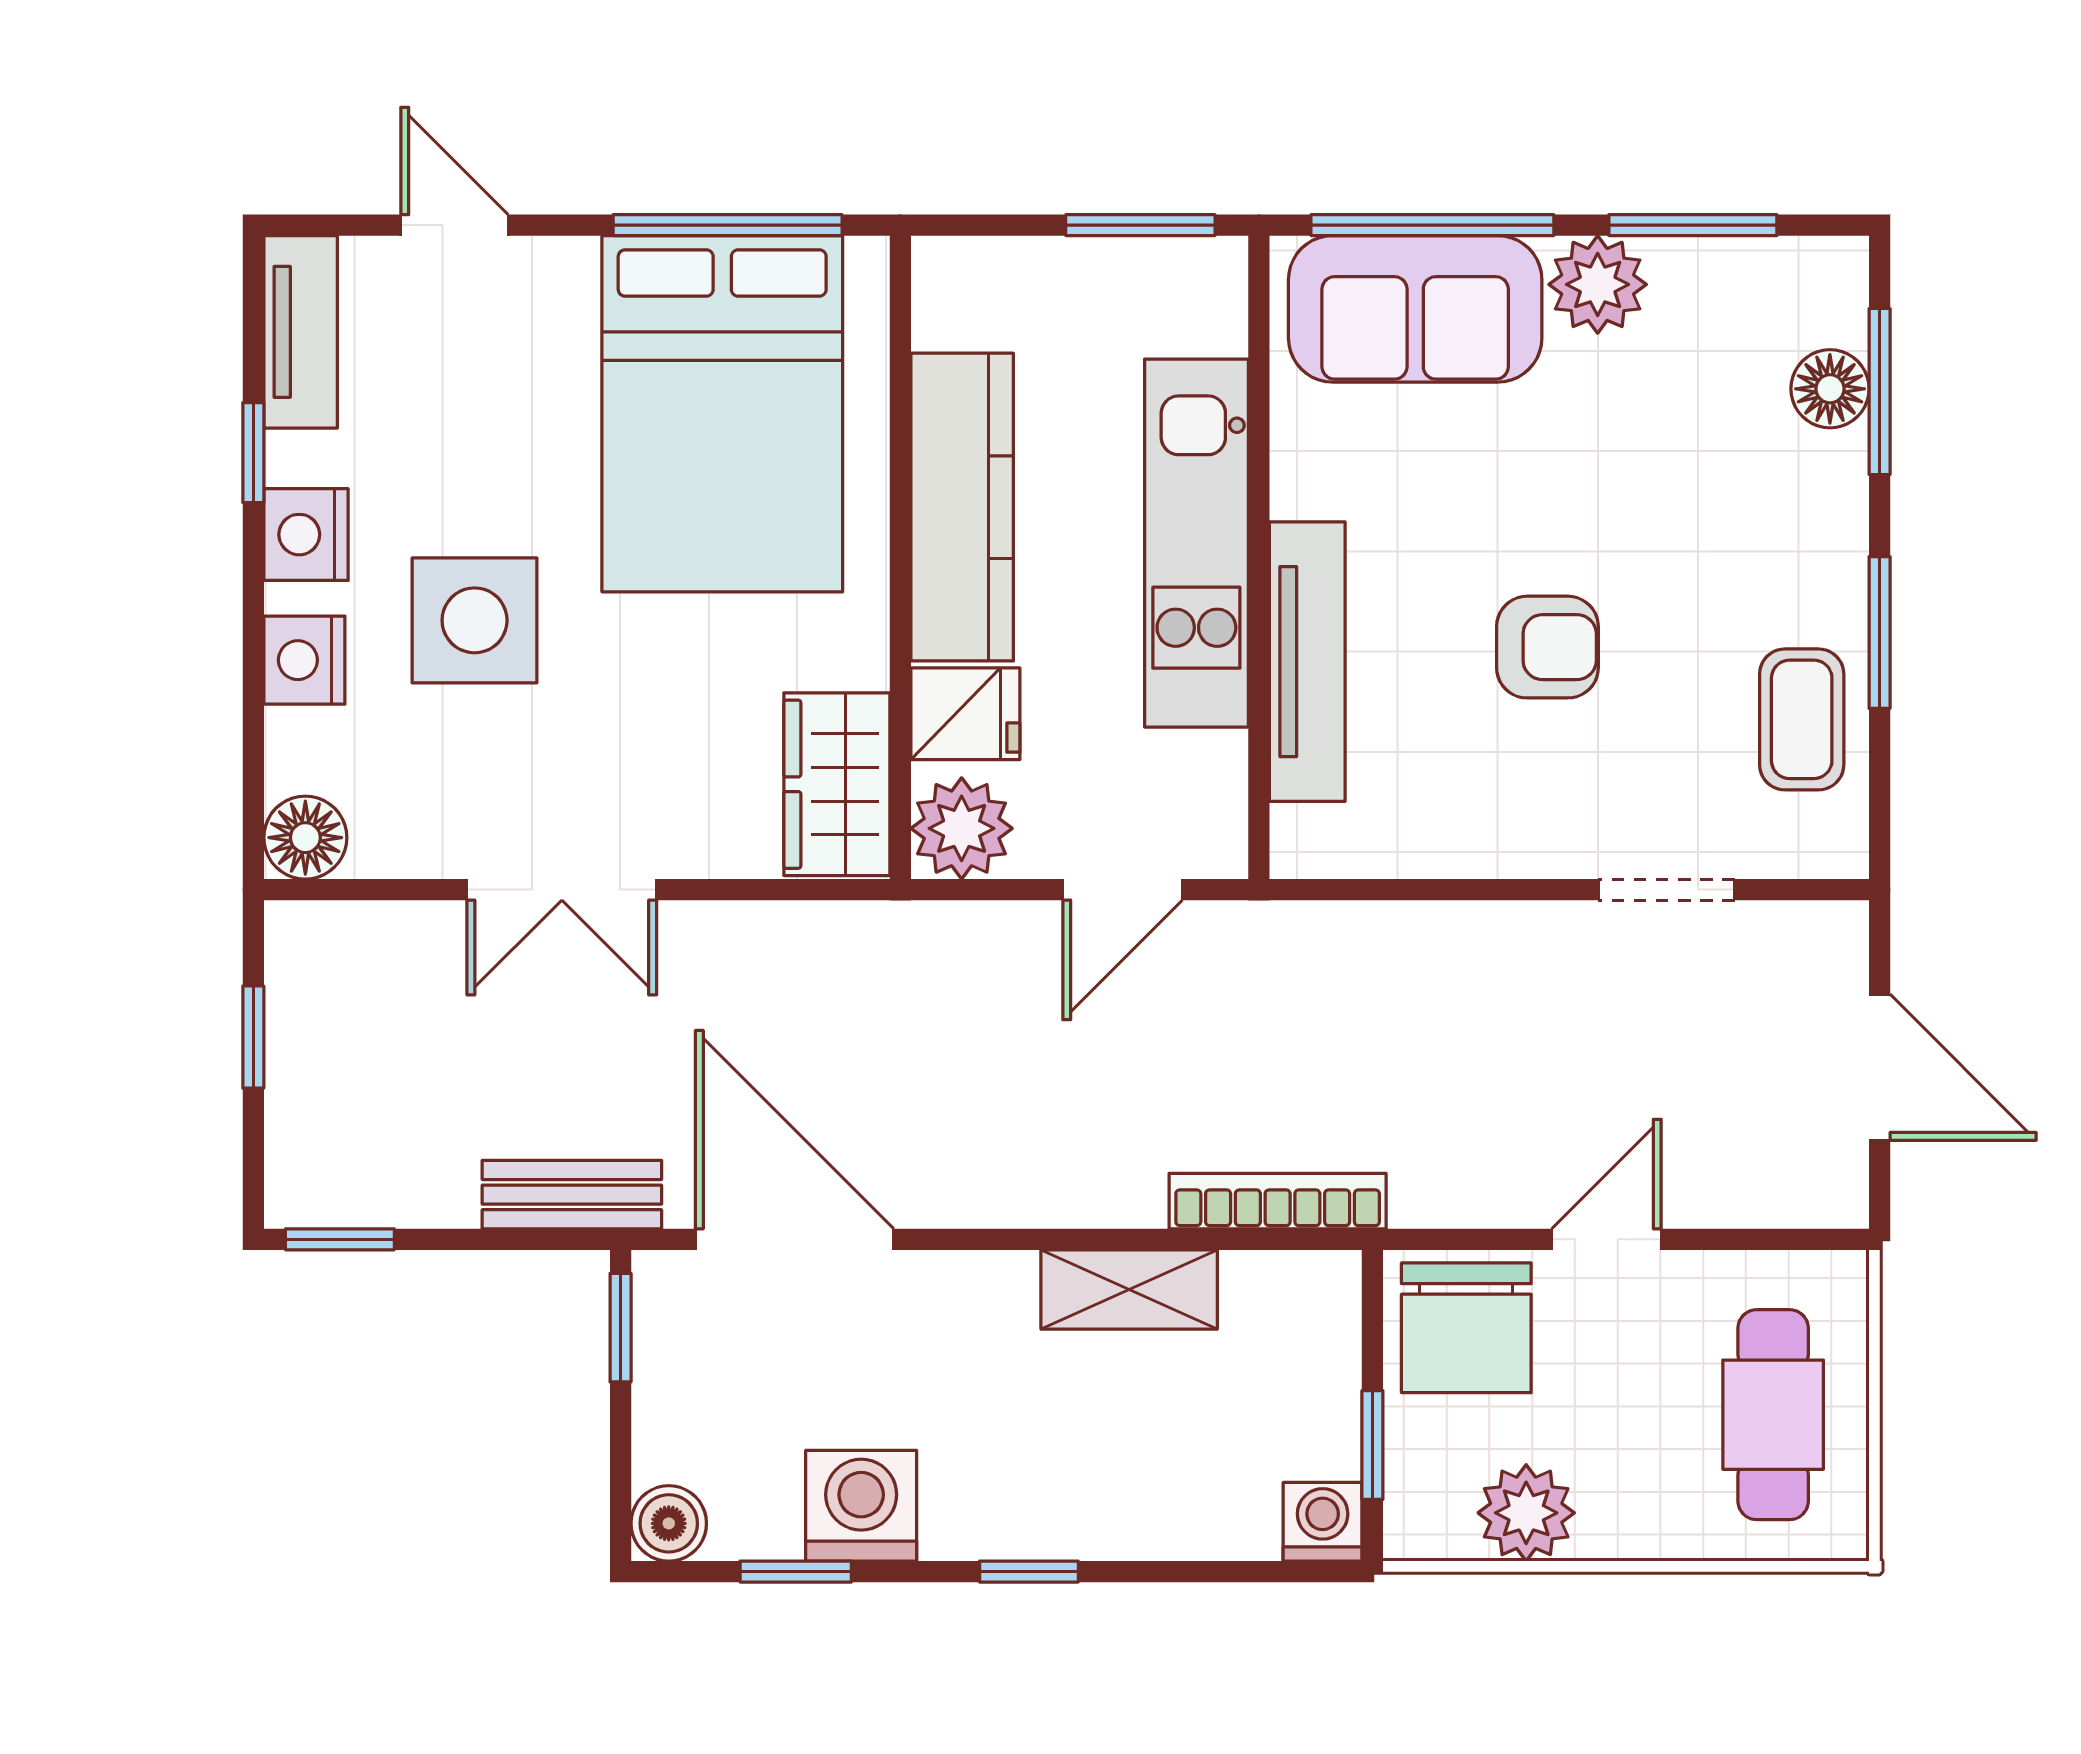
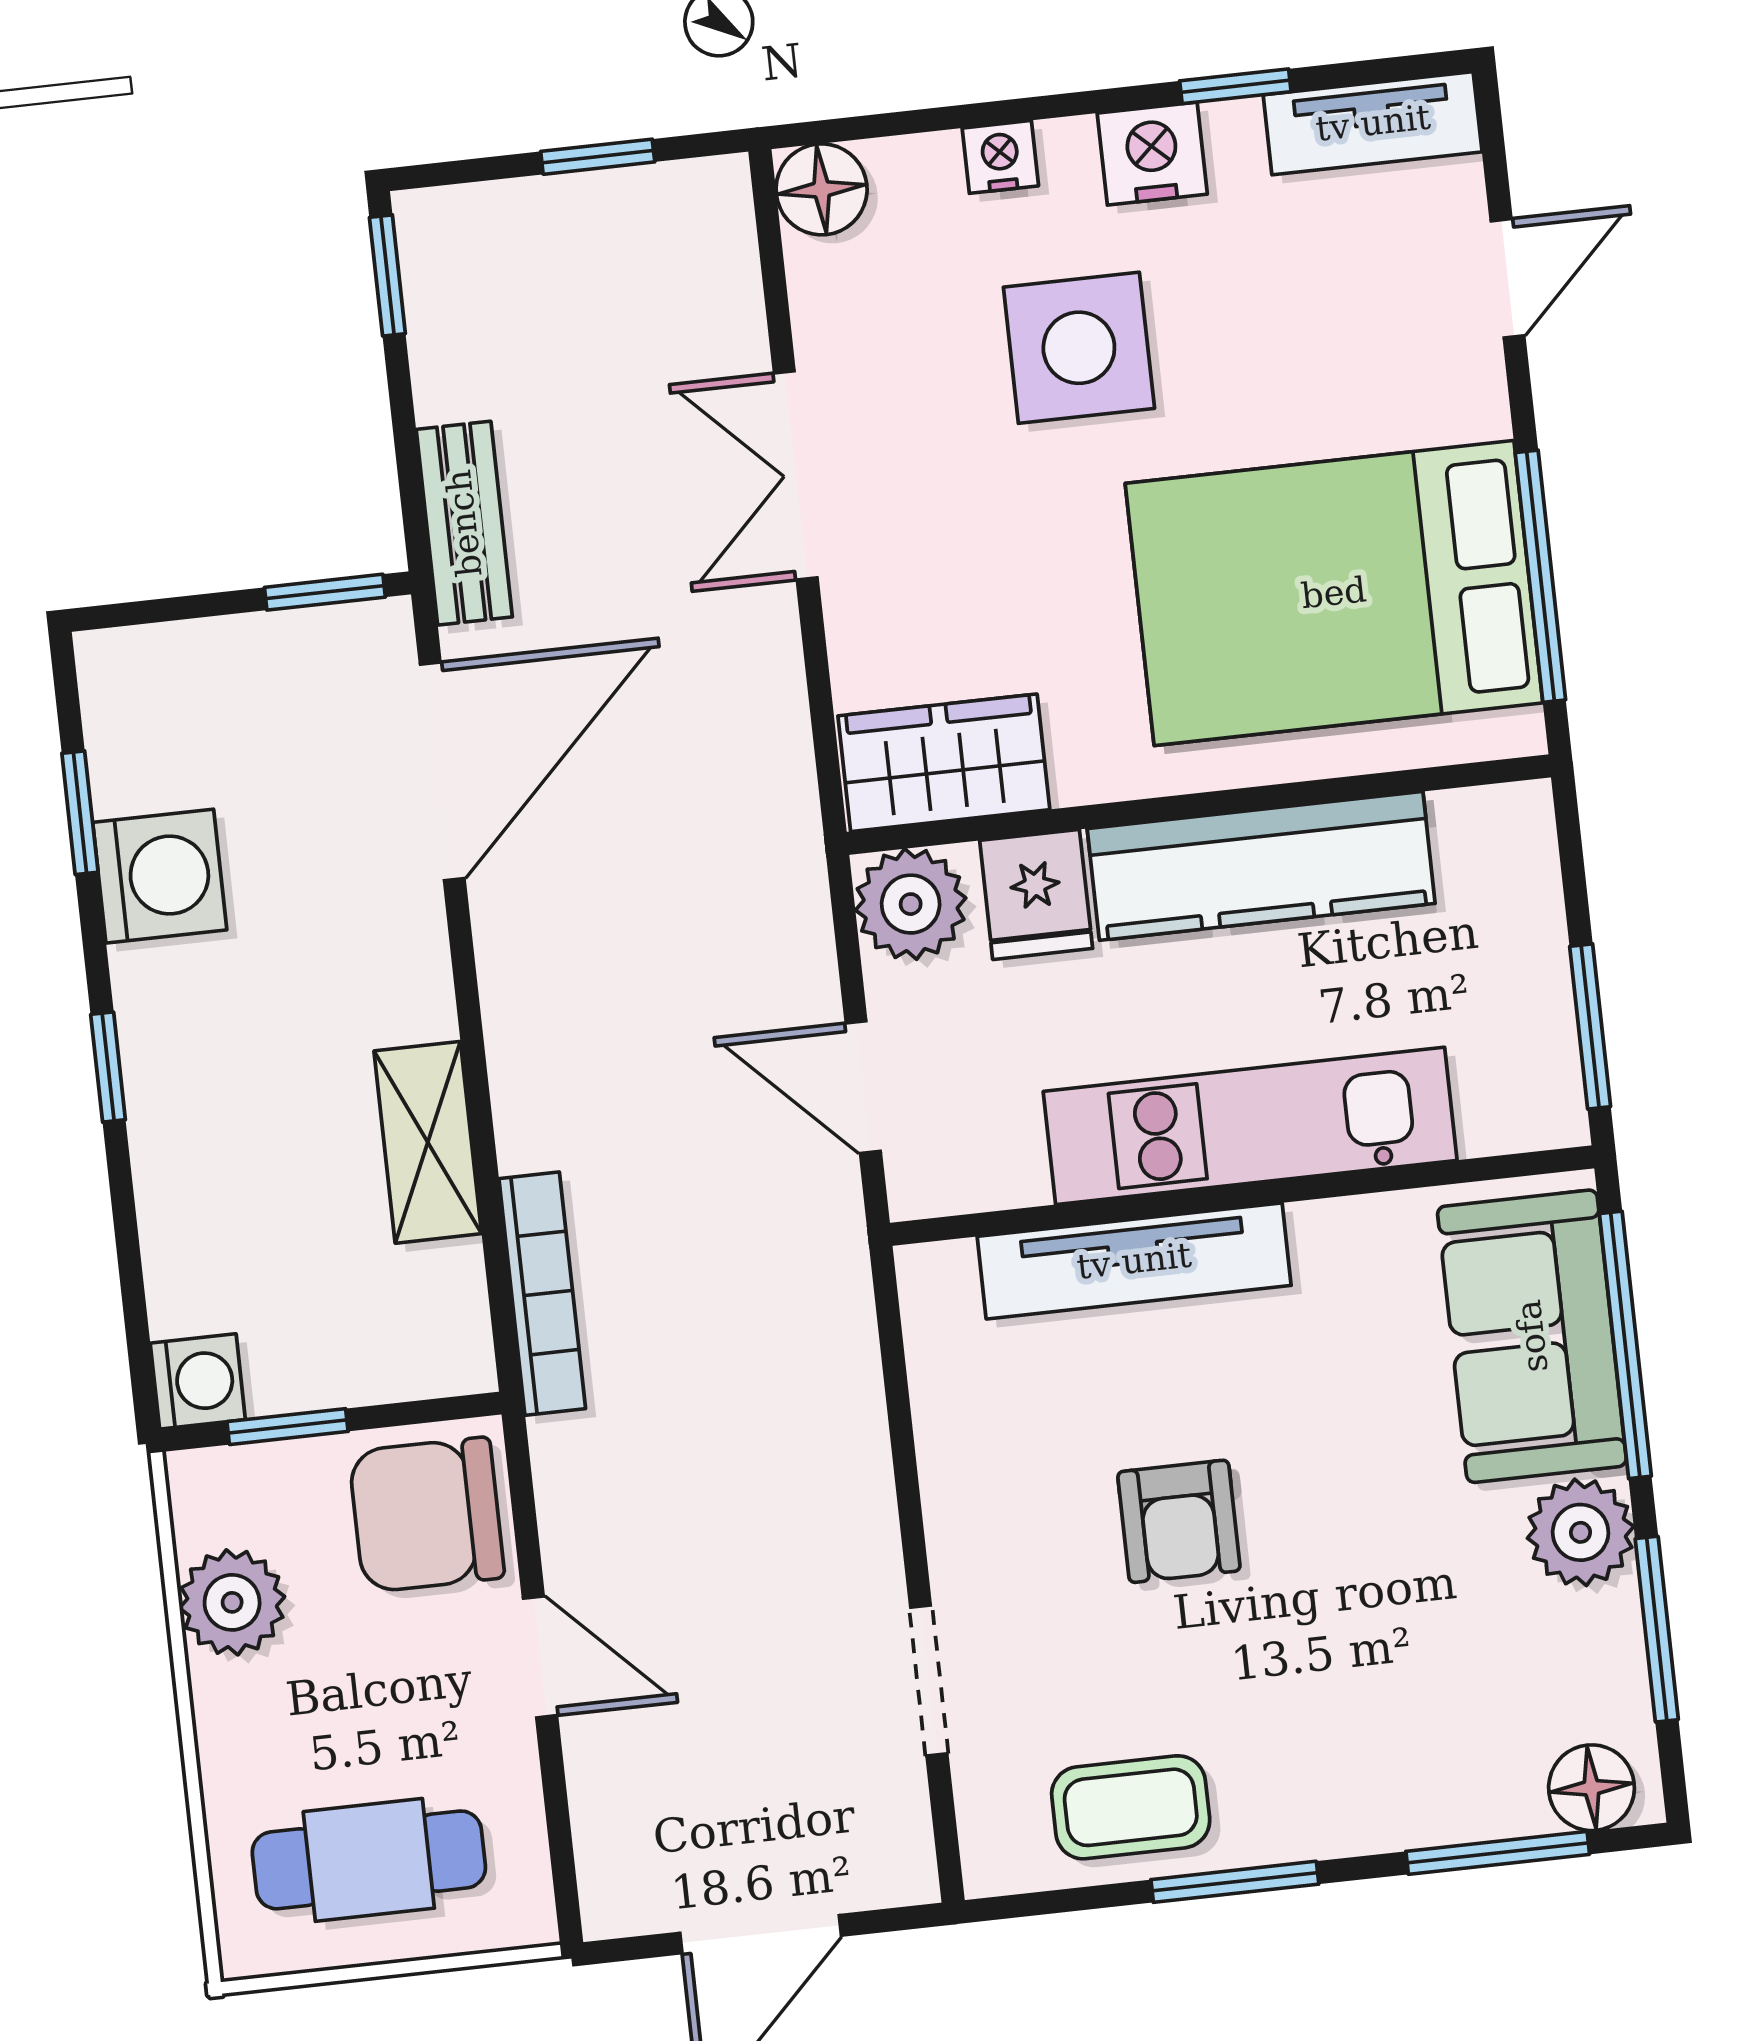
floor lamp: (1830, 389) -> (1592, 1788), moved
nightstand: (304, 660) -> (1000, 157), width x0.72, depth x0.74
boiler: (669, 1523) -> (117, 668), removed

